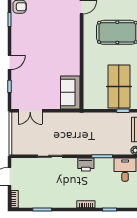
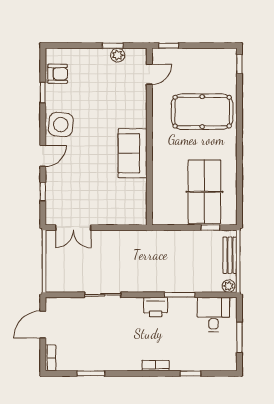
side table: (22, 41) -> (61, 125), added
sofa: (70, 92) -> (133, 153), moved

